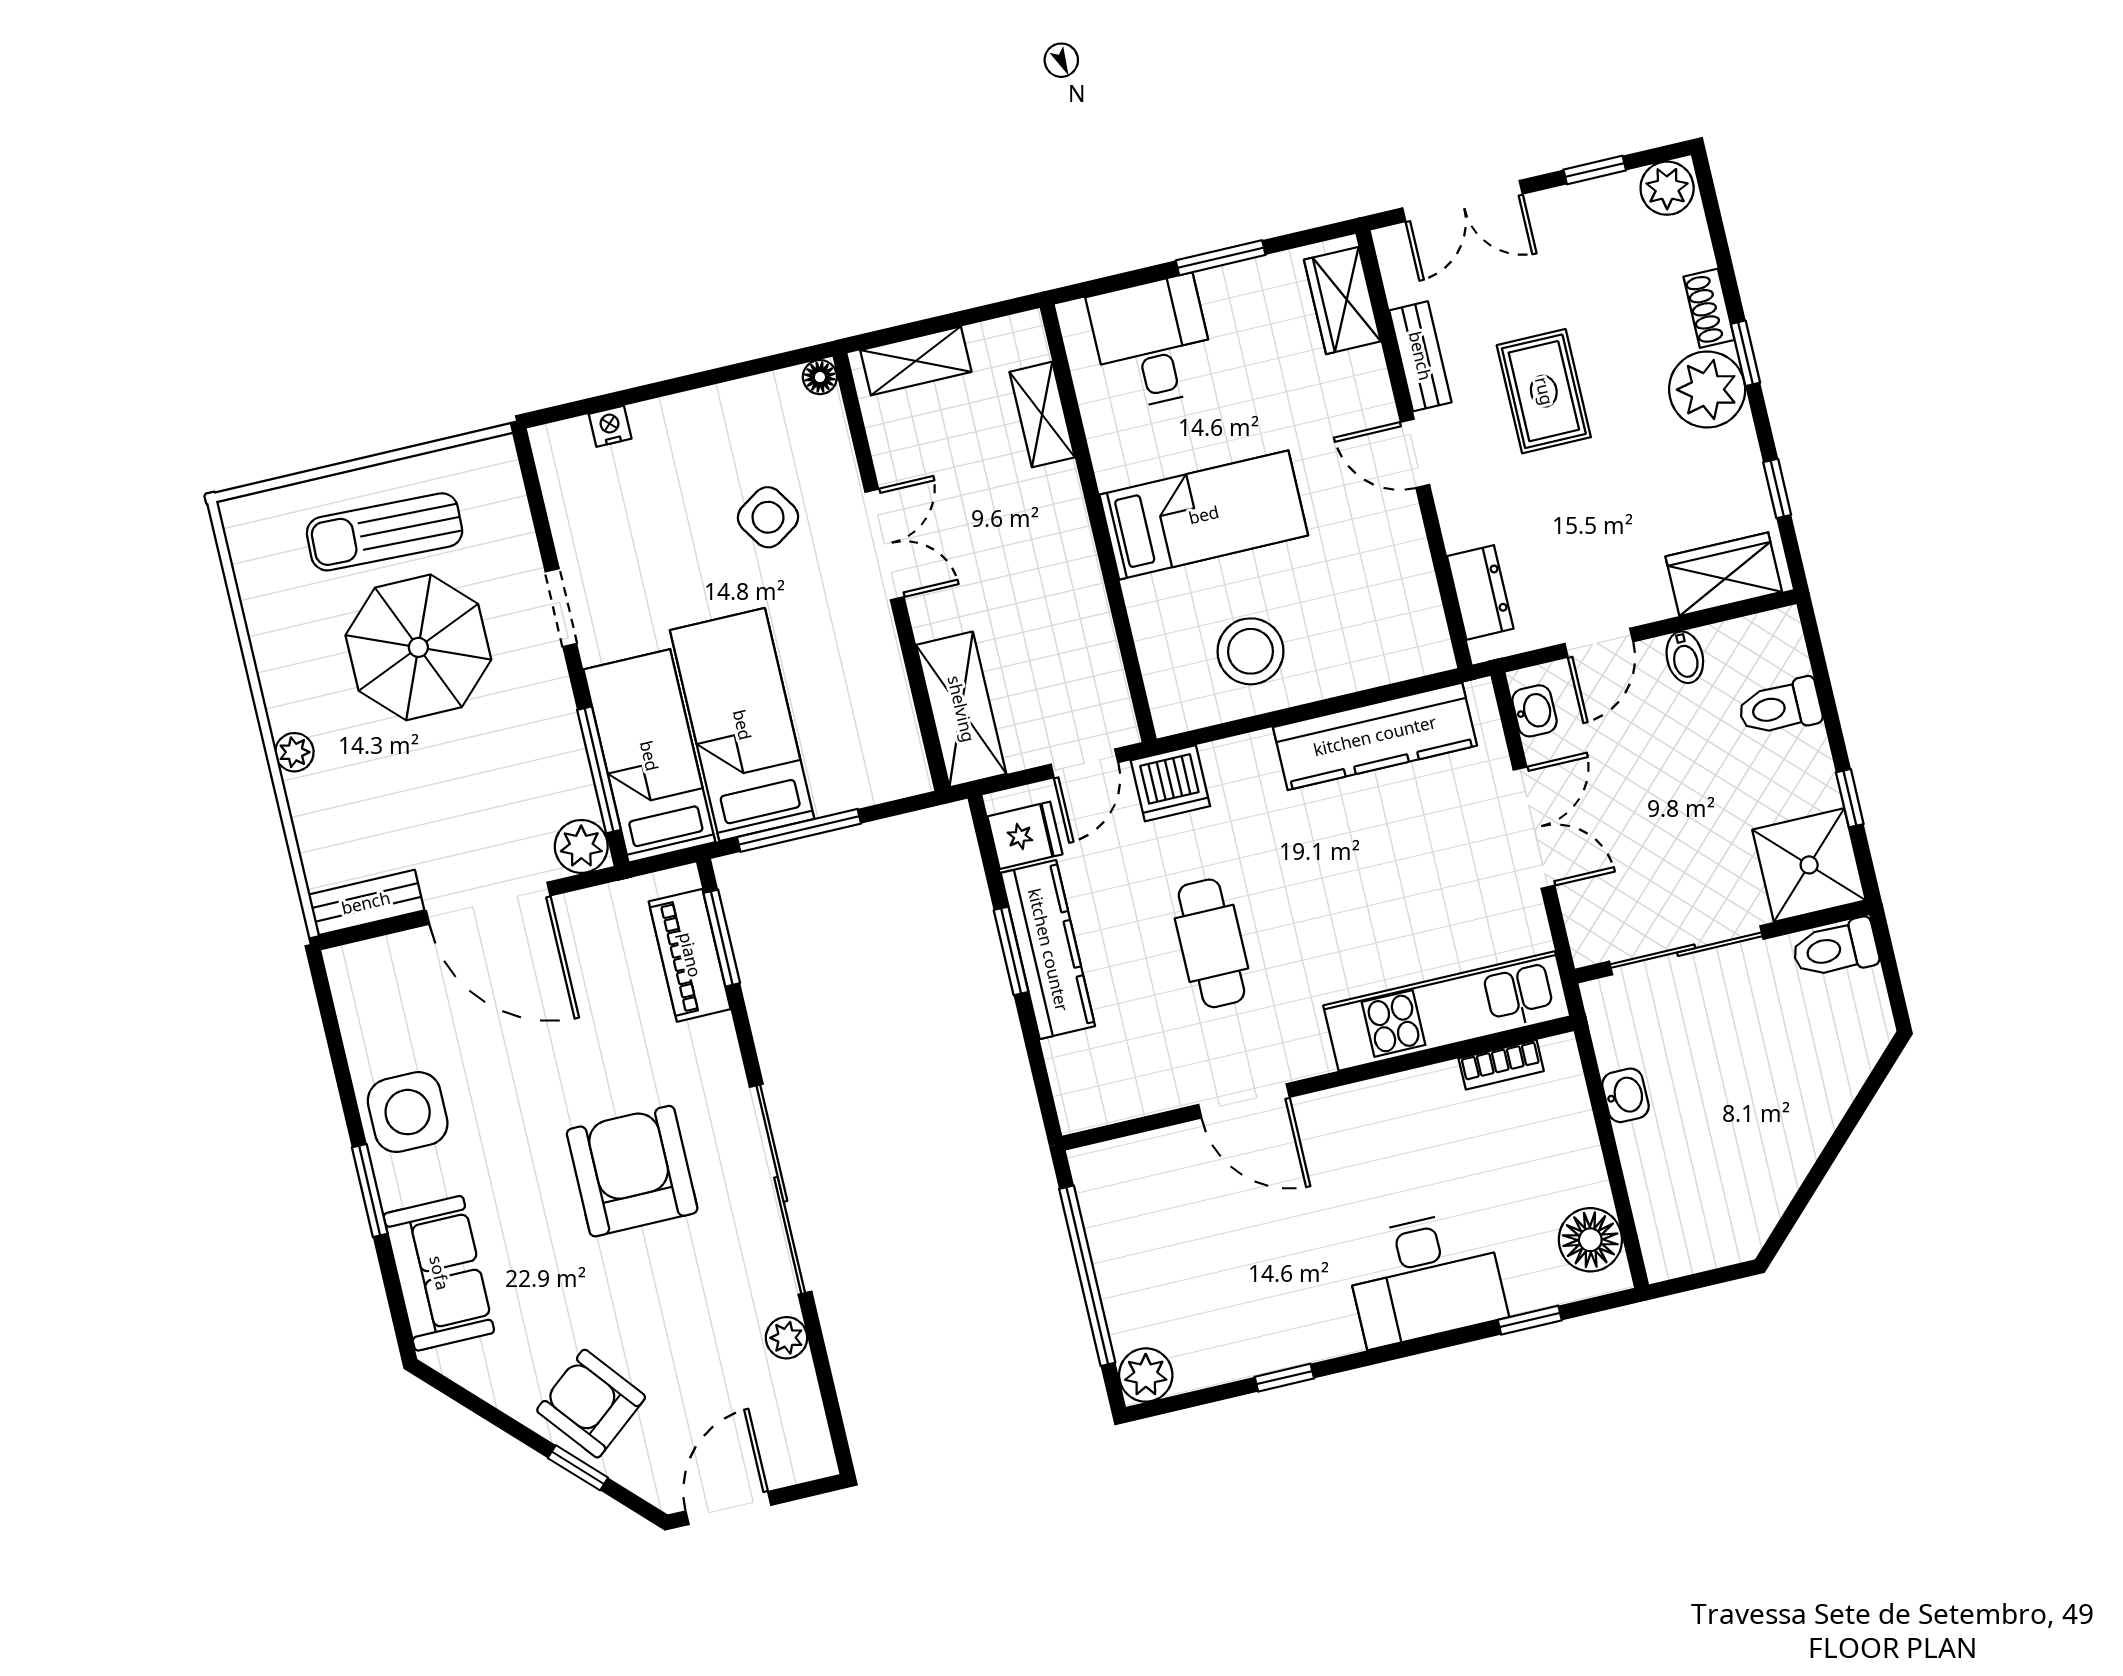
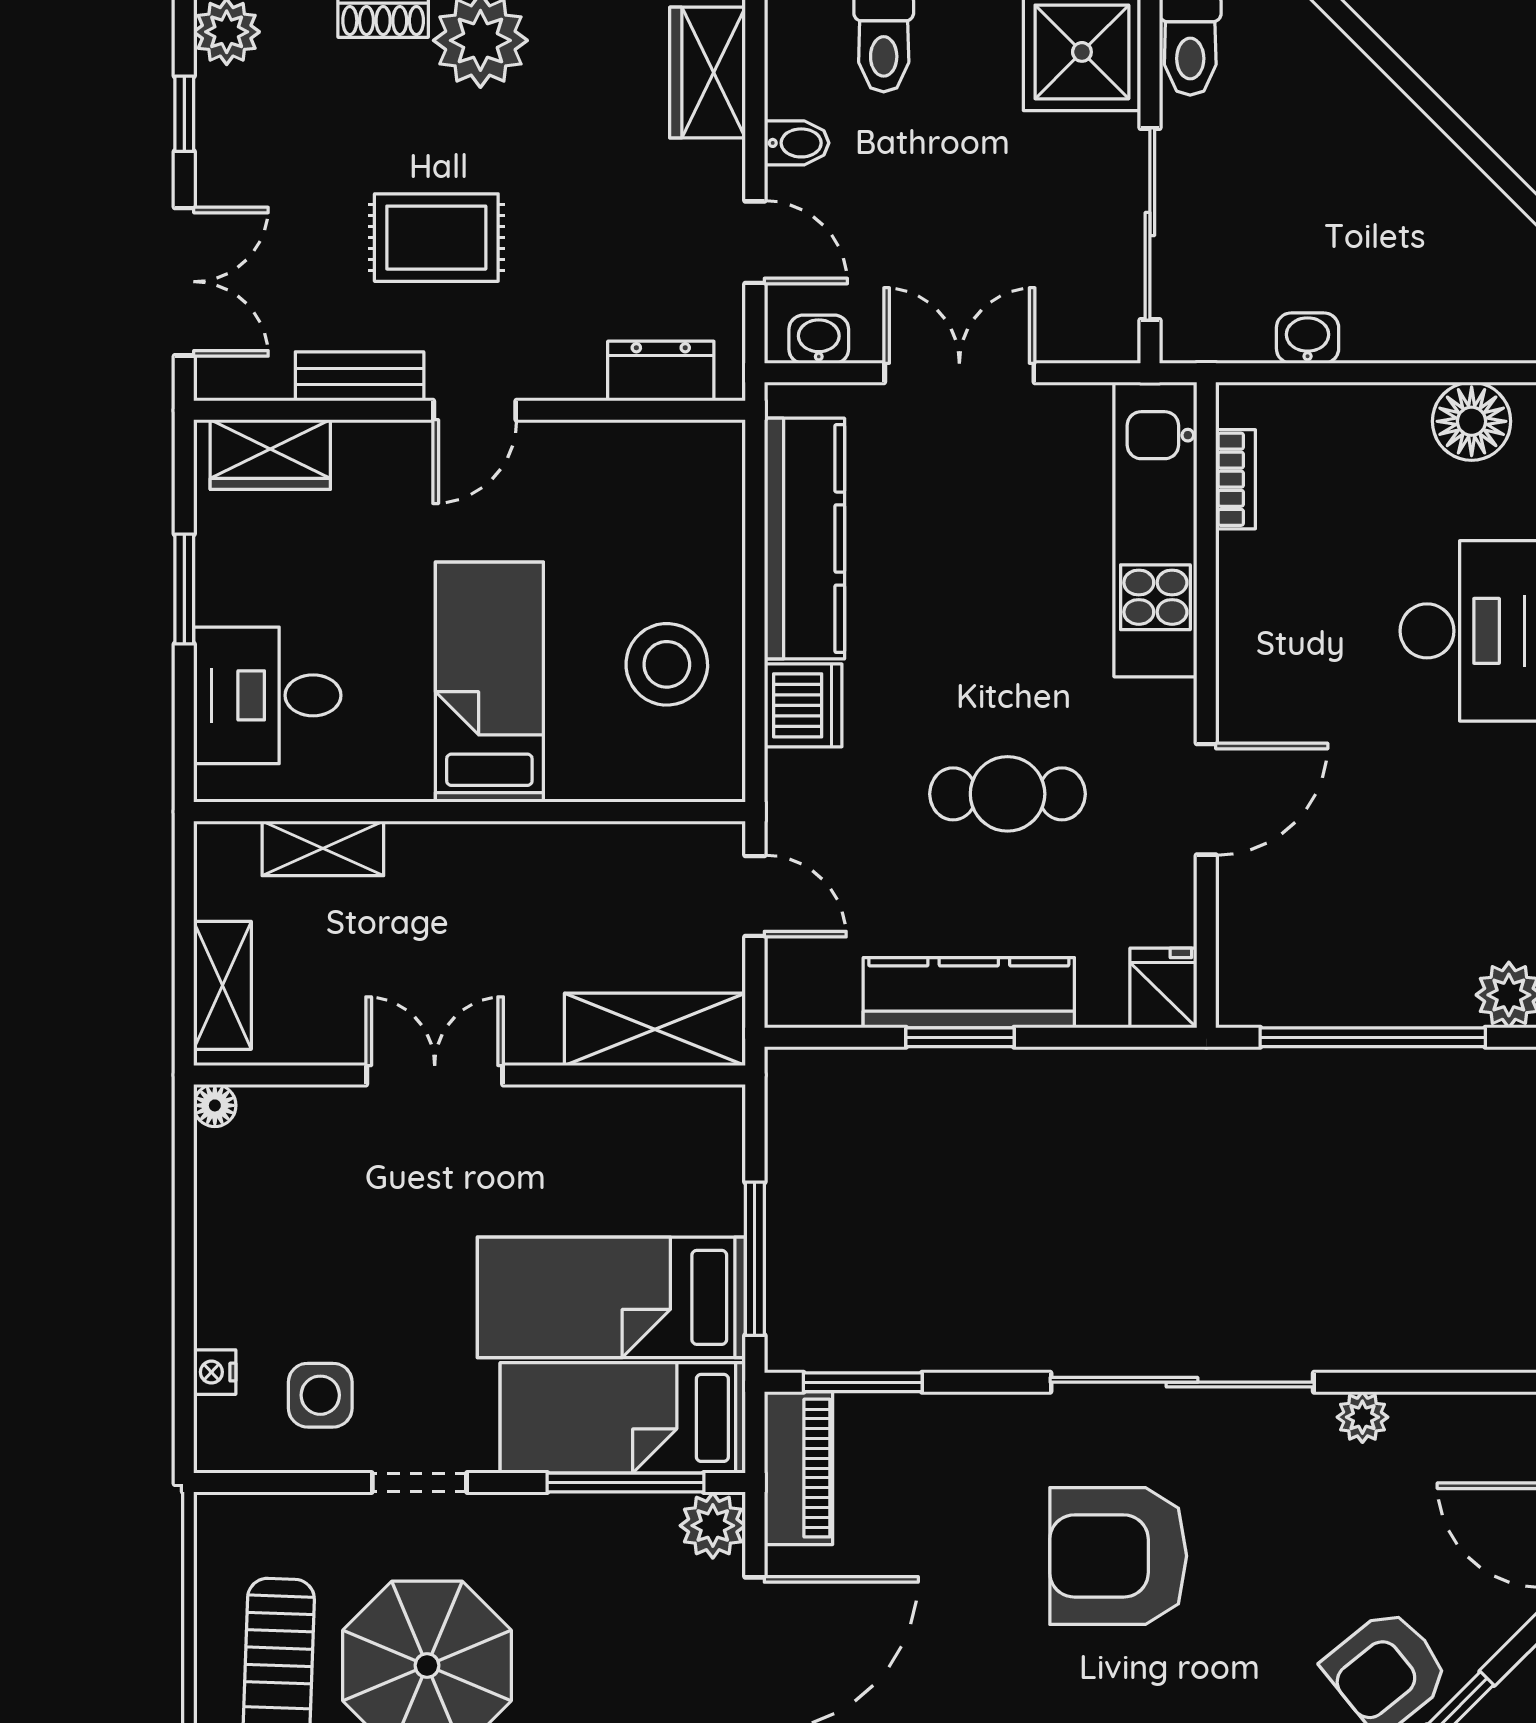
side table: (768, 517) -> (320, 1395), moved, turned 33
dishwasher: (1170, 783) -> (803, 705), moved
fridge: (1025, 835) -> (1163, 988), moved
piano: (690, 955) -> (799, 1468), moved, turned -90

